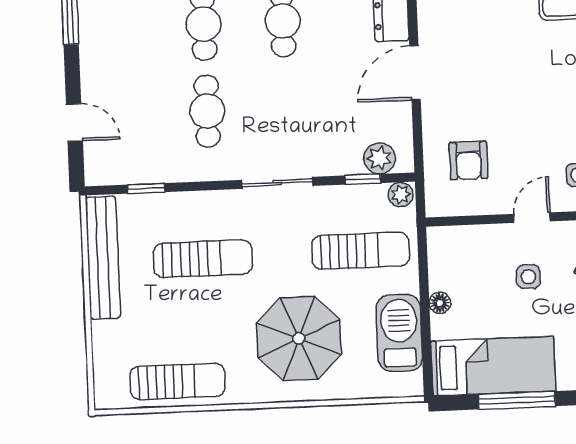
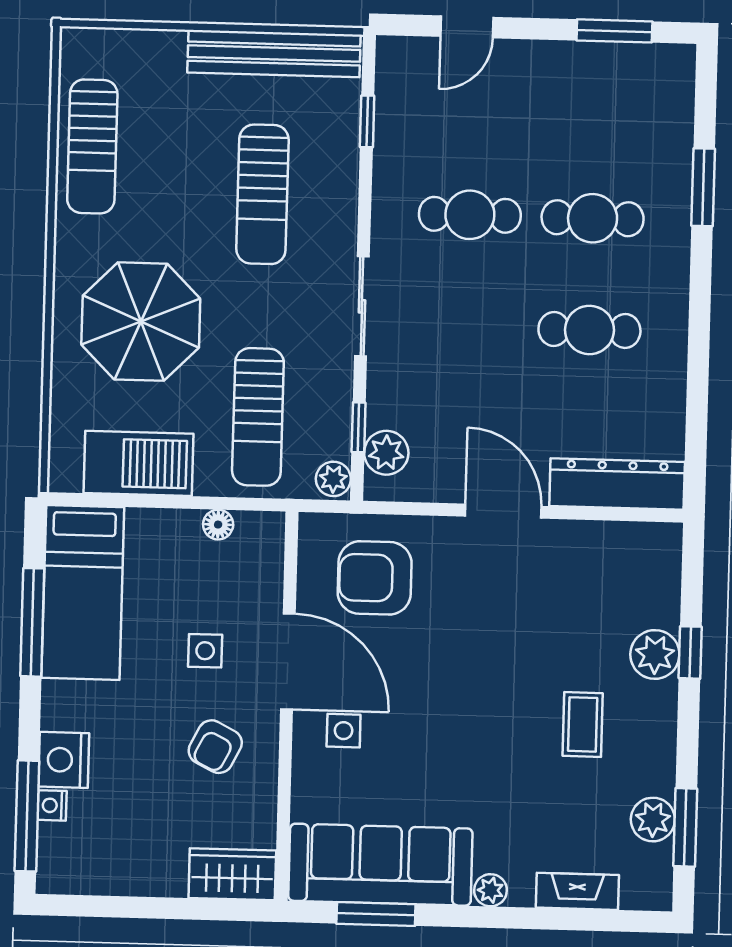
armchair: (468, 160) -> (375, 578), width x1.38, depth x1.38
door: (532, 218) -> (288, 661), width x1.88
floor lamp: (440, 303) -> (218, 525), moved

